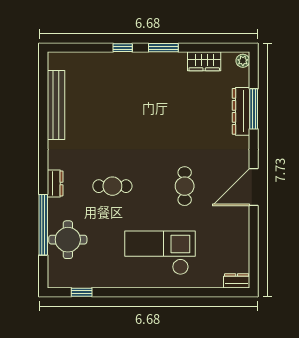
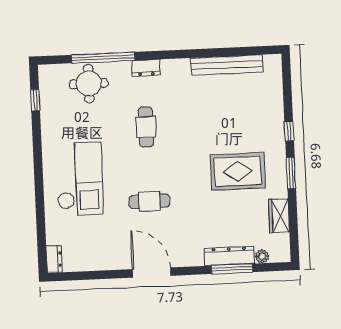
plant: (243, 61) -> (262, 256), moved
rug: (160, 99) -> (238, 171), added

